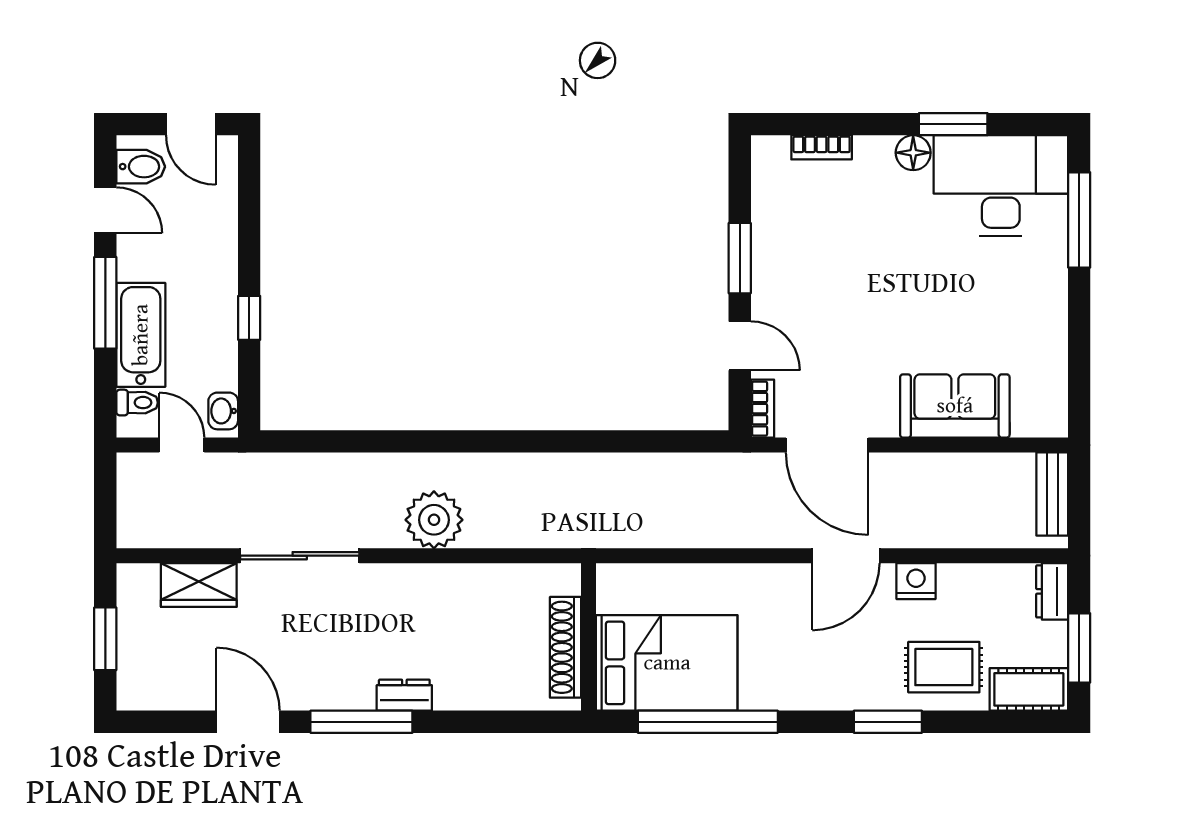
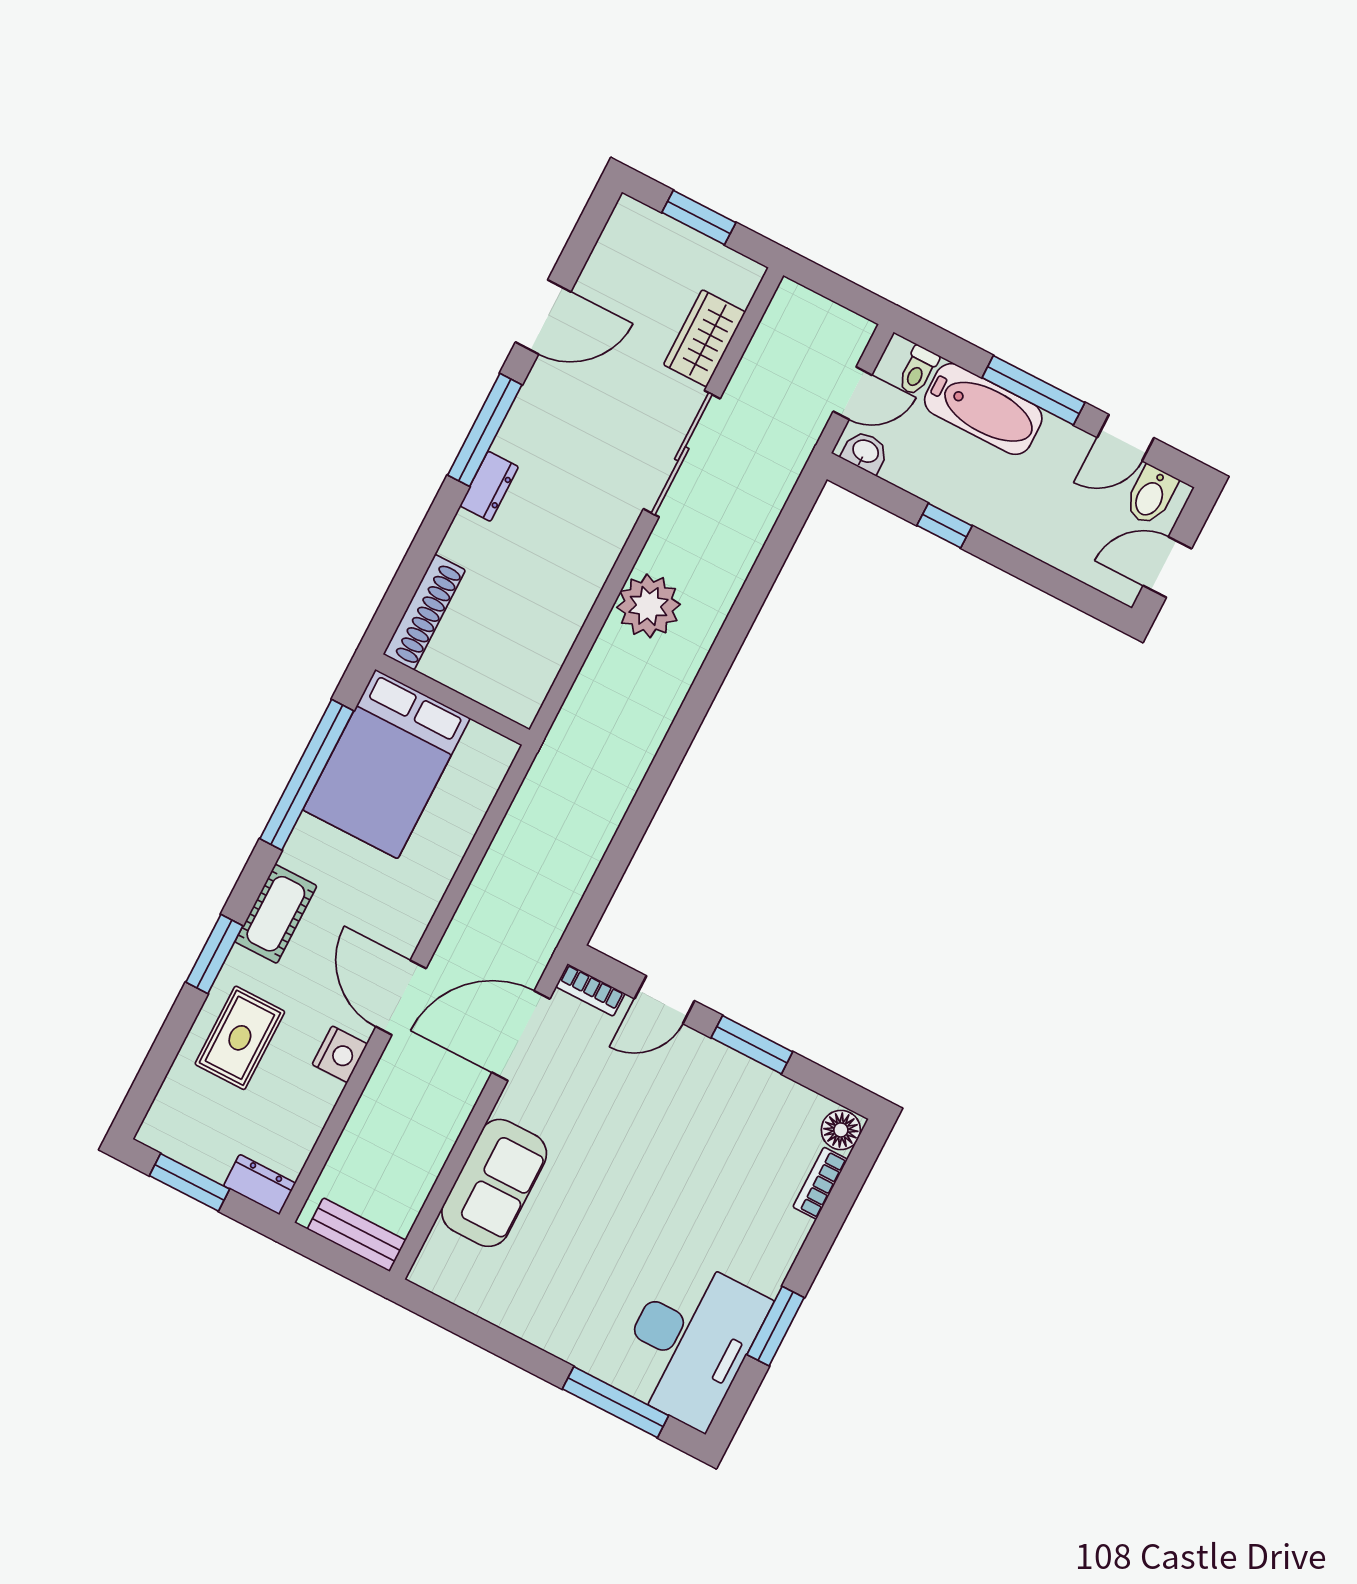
floor lamp: (913, 153) -> (841, 1130), moved
shoe rack: (566, 647) -> (424, 612), moved, turned 90
cot: (1029, 689) -> (276, 914), moved

